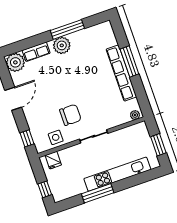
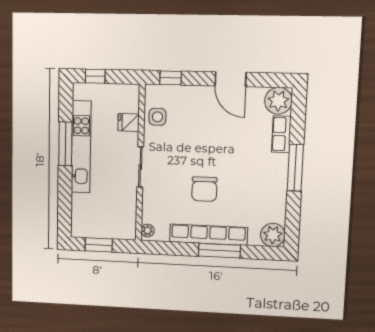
window: (67, 29) -> (295, 168), moved
plant: (62, 45) -> (273, 235), moved
chair: (70, 115) -> (204, 189), moved
fridge: (53, 160) -> (129, 122), moved
kitchen unit: (117, 174) -> (81, 147), moved

